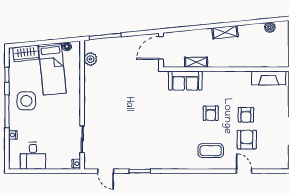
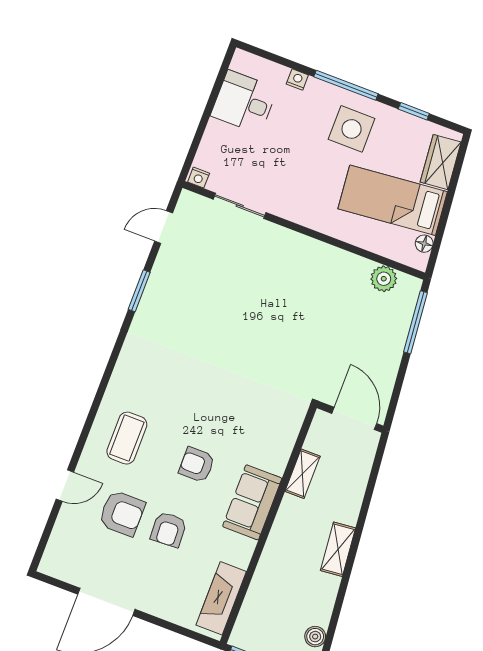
sofa: (185, 81) -> (252, 502), moved
armchair: (246, 115) -> (169, 529), turned -93

